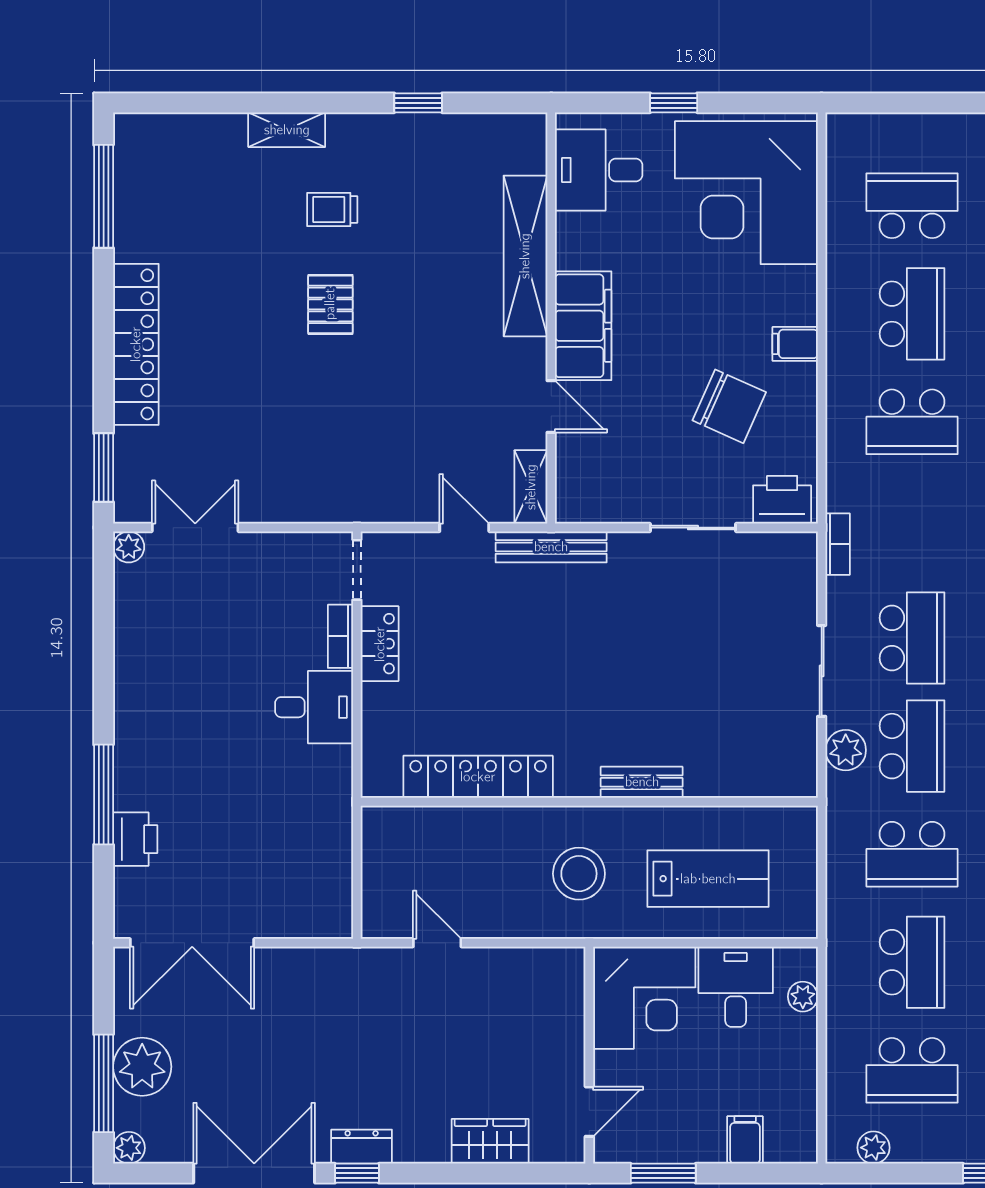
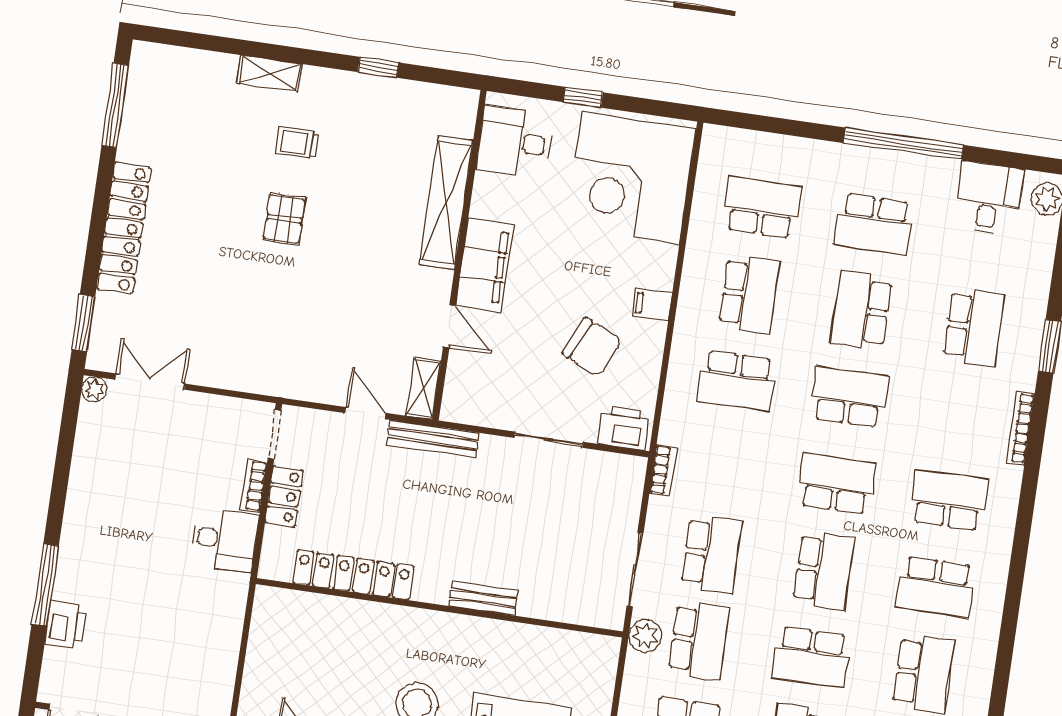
locker: (478, 777) -> (353, 575), moved
bench: (642, 782) -> (484, 598), moved
wall: (589, 802) -> (439, 608), moved

